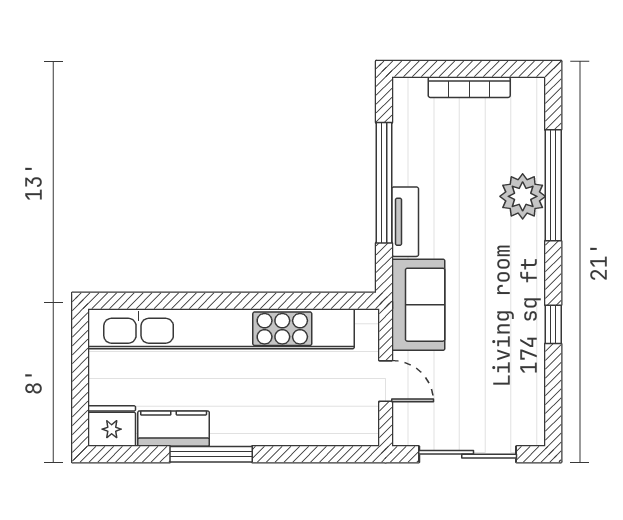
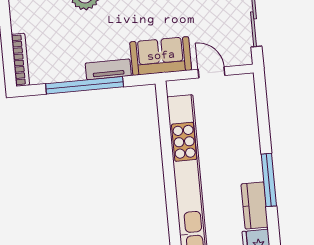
bookcase: (469, 87) -> (20, 60), moved
door: (386, 381) -> (212, 72), hinge flipped

